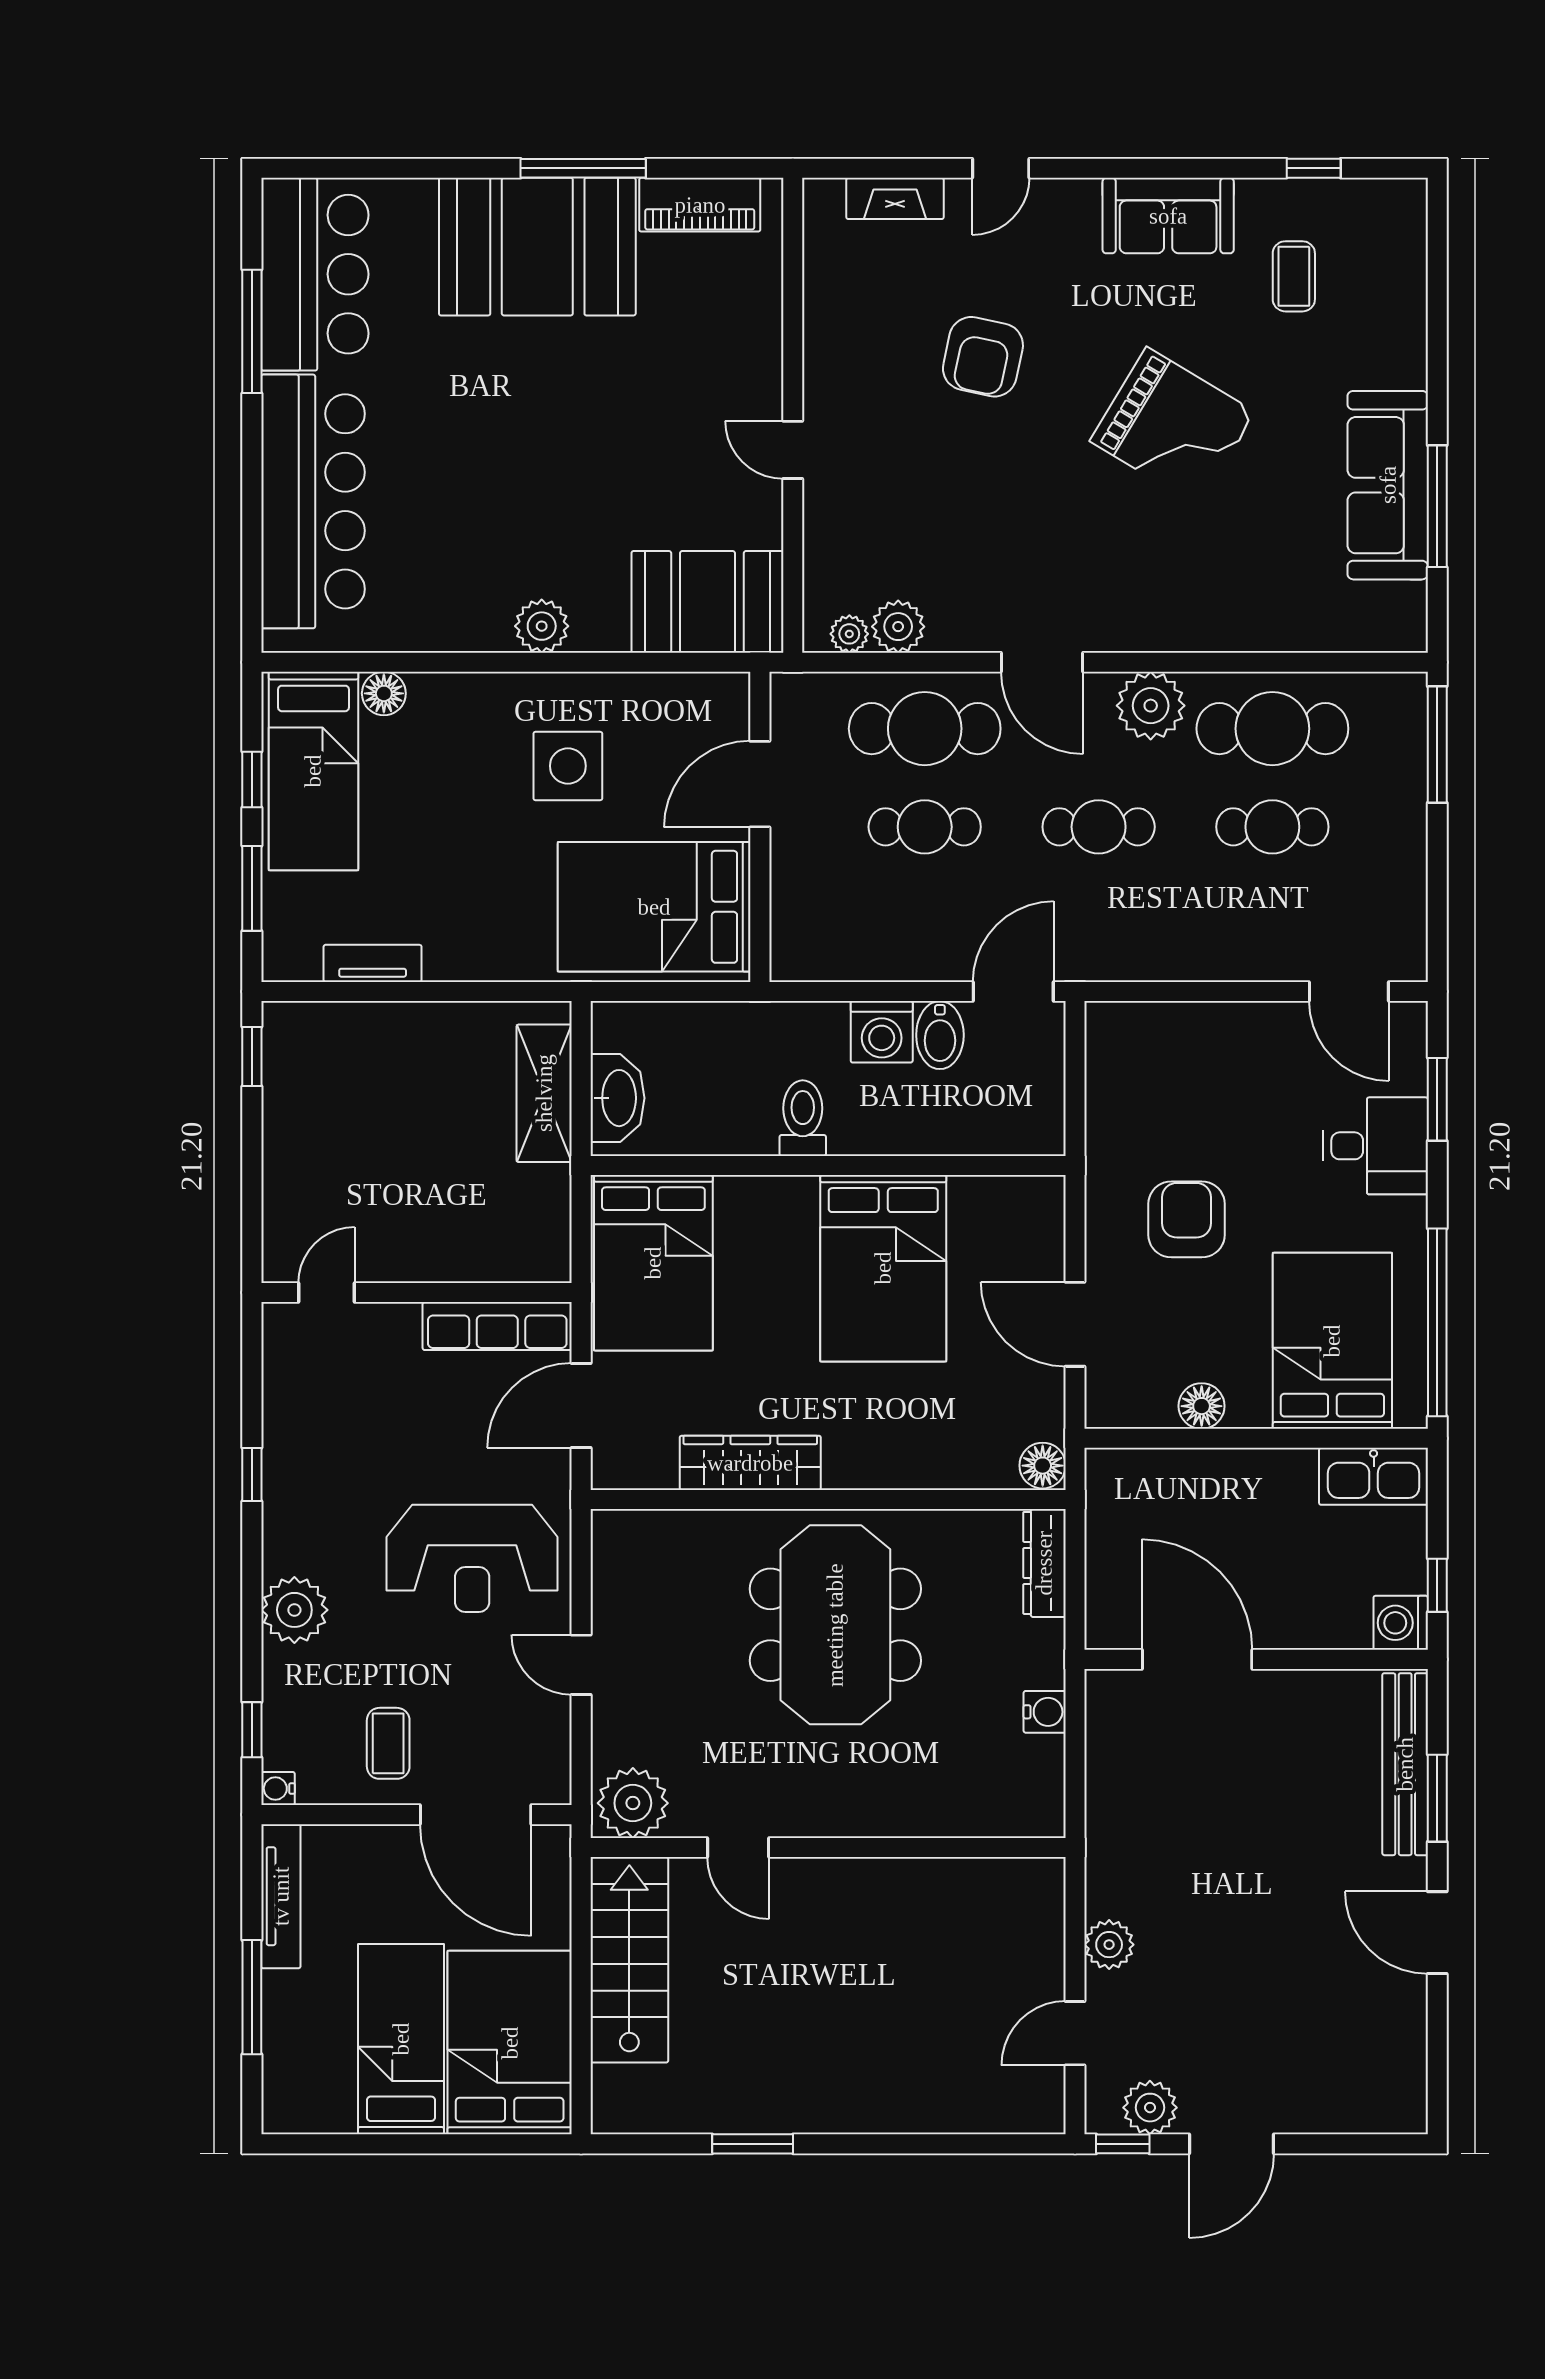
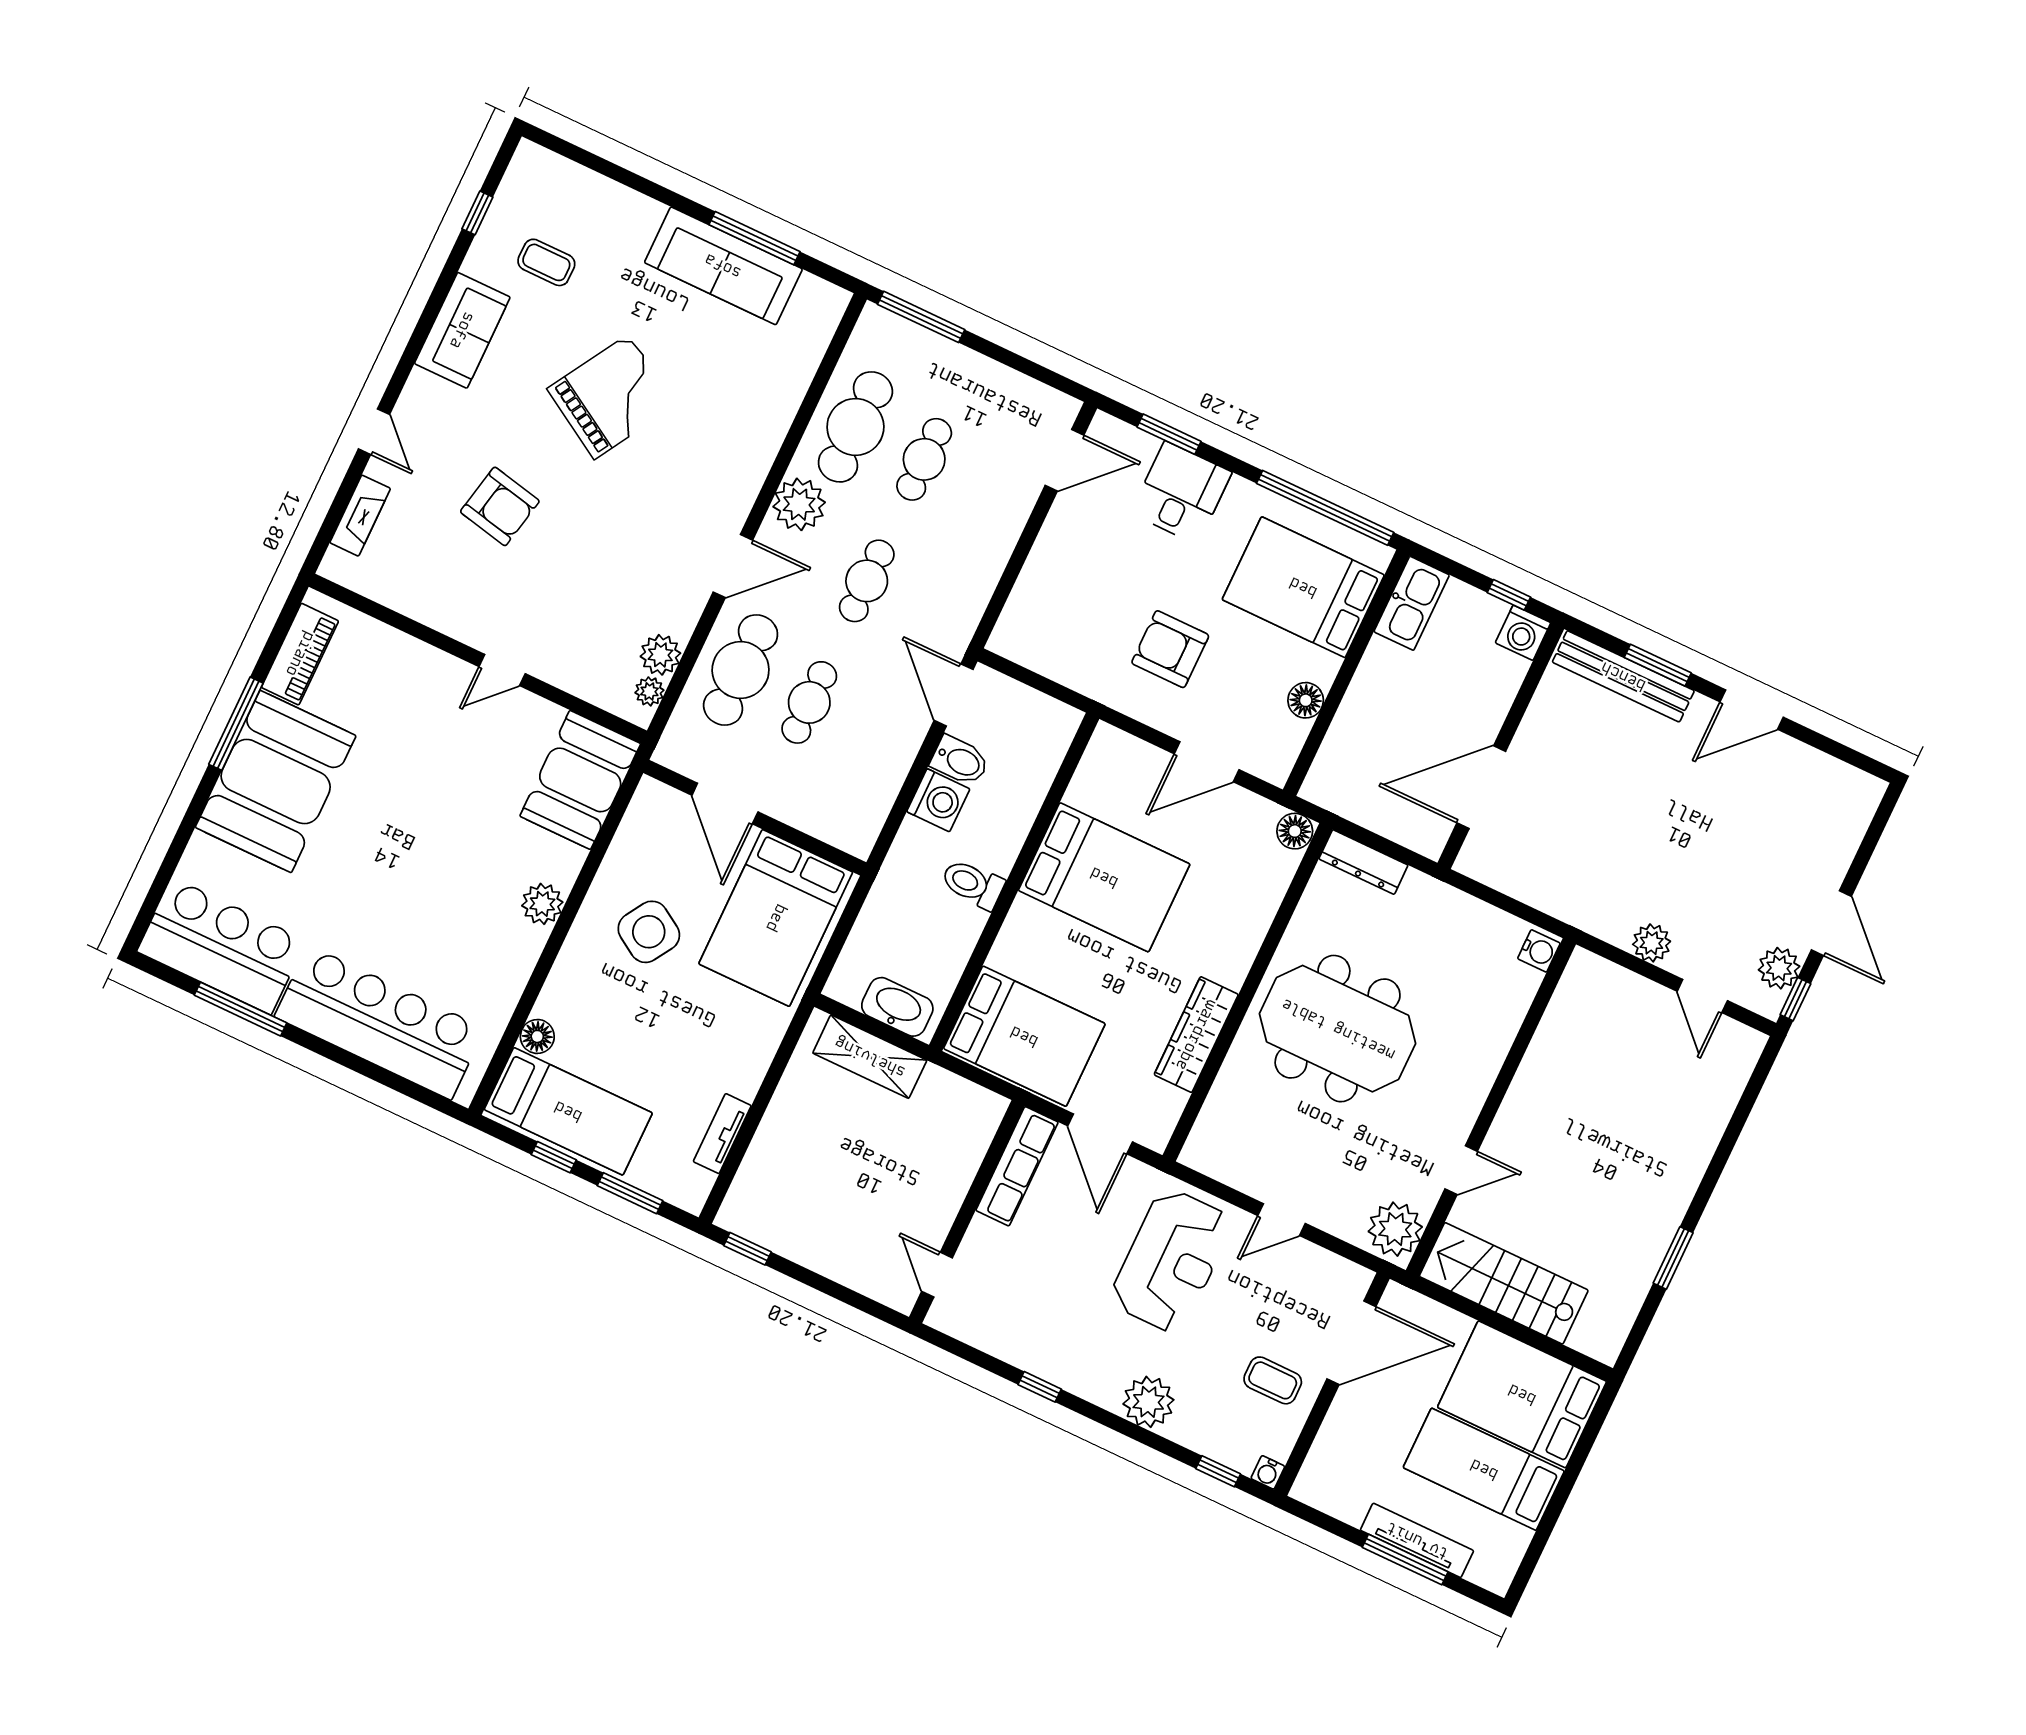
side table: (568, 766) -> (649, 932), turned 32
water cooler: (1045, 1712) -> (1539, 951), moved, turned 90
tv unit: (281, 1896) -> (1417, 1540), moved

